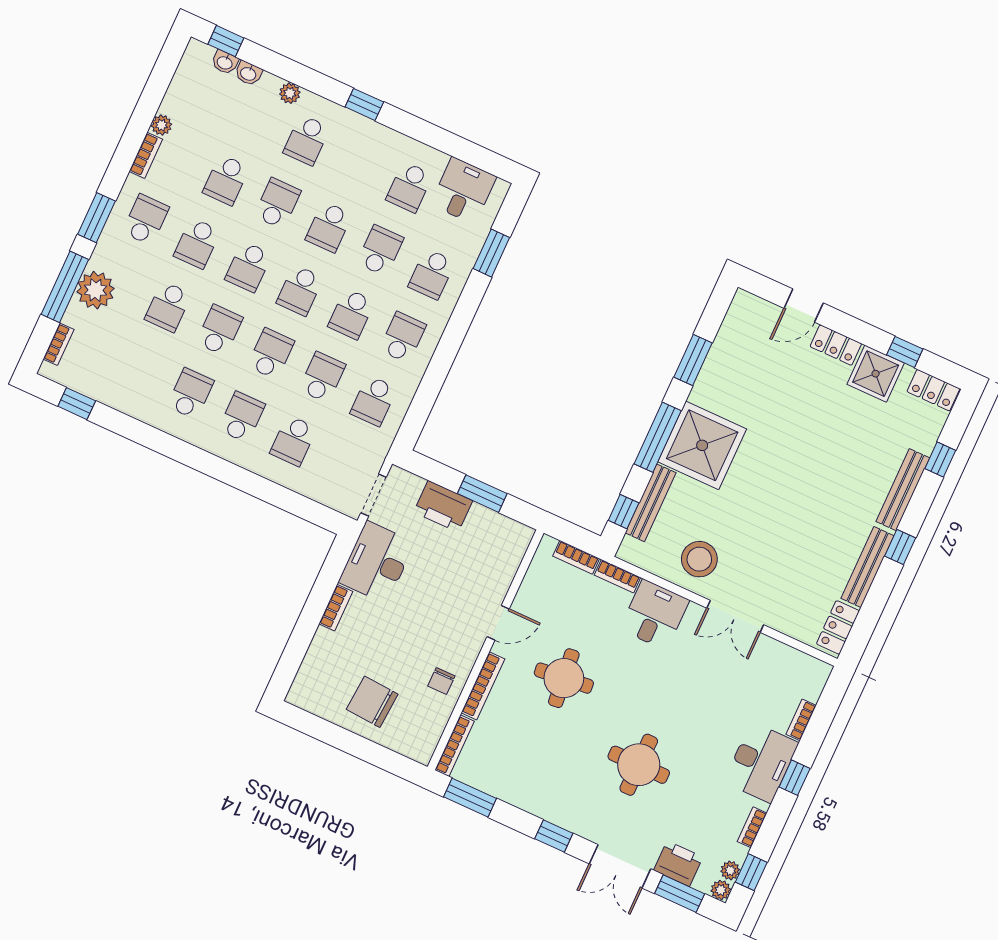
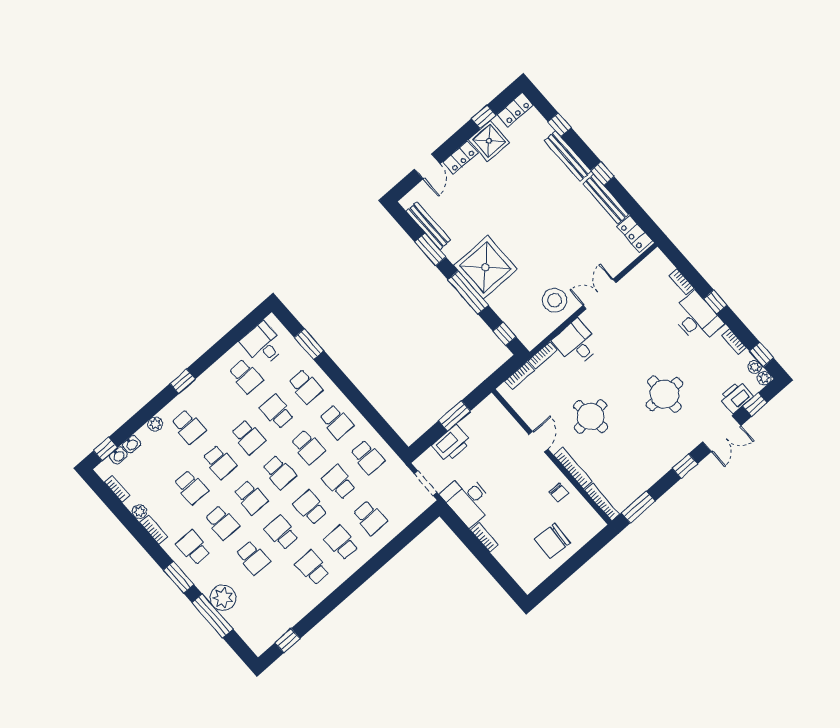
school desk: (277, 203) -> (220, 462), turned 180
school desk: (403, 337) -> (336, 422), turned 180
bookcase: (59, 344) -> (117, 489), moved
bench: (651, 503) -> (428, 226), moved
double door: (735, 616) -> (600, 294), swing flipped
window: (680, 894) -> (755, 405), width x0.67

